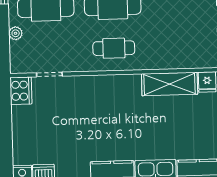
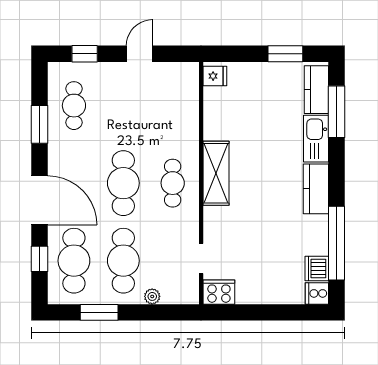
shelving: (170, 84) -> (216, 173), moved

